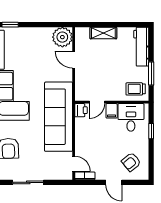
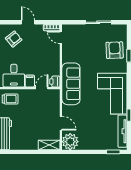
shelving: (103, 33) -> (49, 145), moved
sofa: (59, 117) -> (71, 84), width x0.74, depth x0.79

